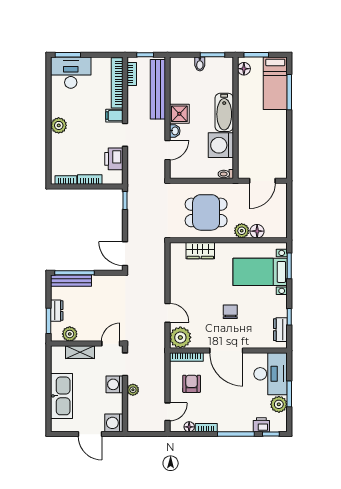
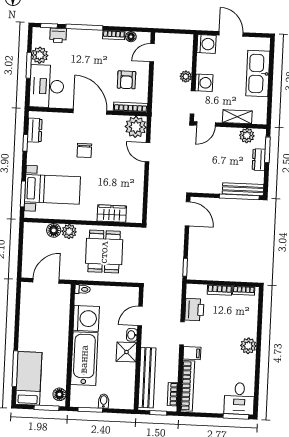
desk: (71, 73) -> (239, 399), width x0.73
bathtub: (224, 112) -> (84, 359), width x1.36, depth x1.36
dining table: (206, 212) -> (104, 252), turned 90

